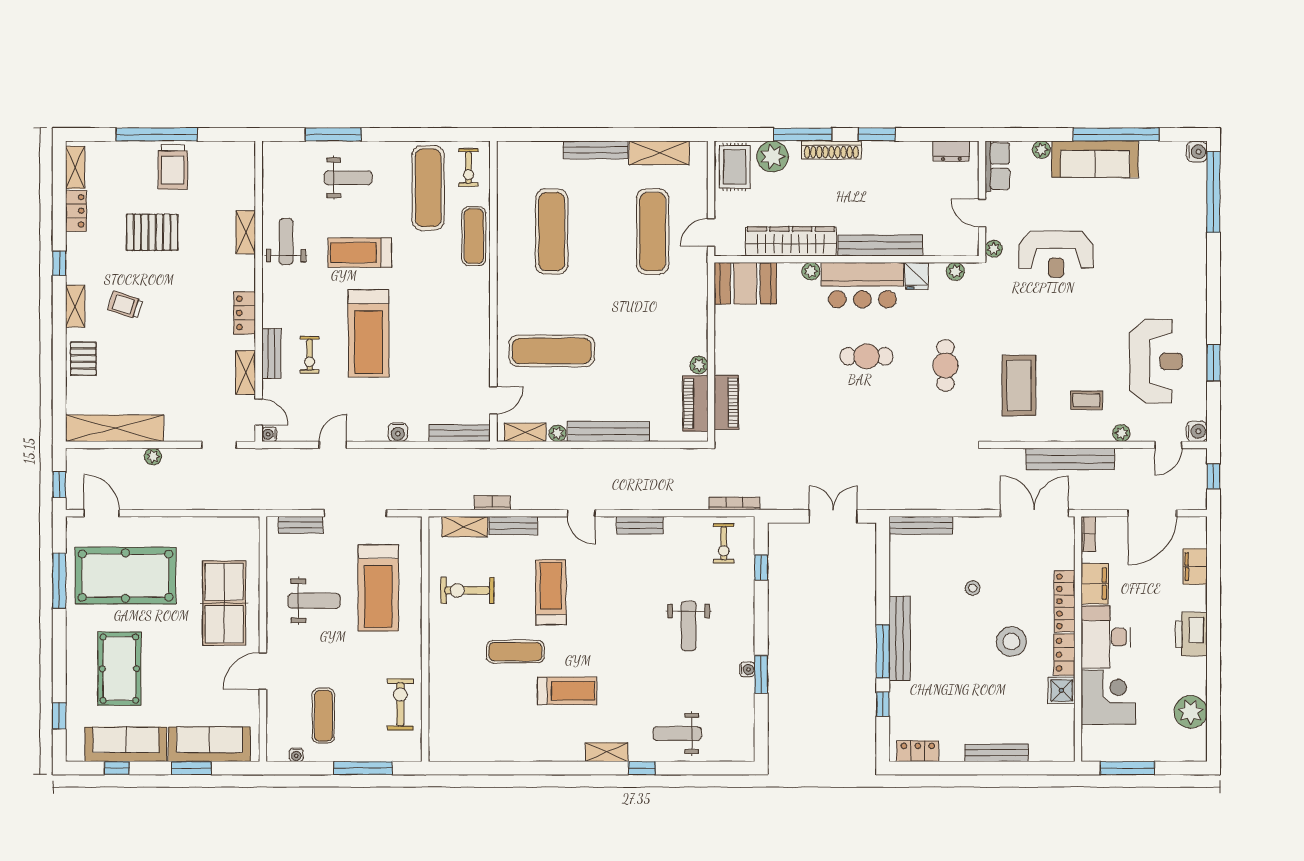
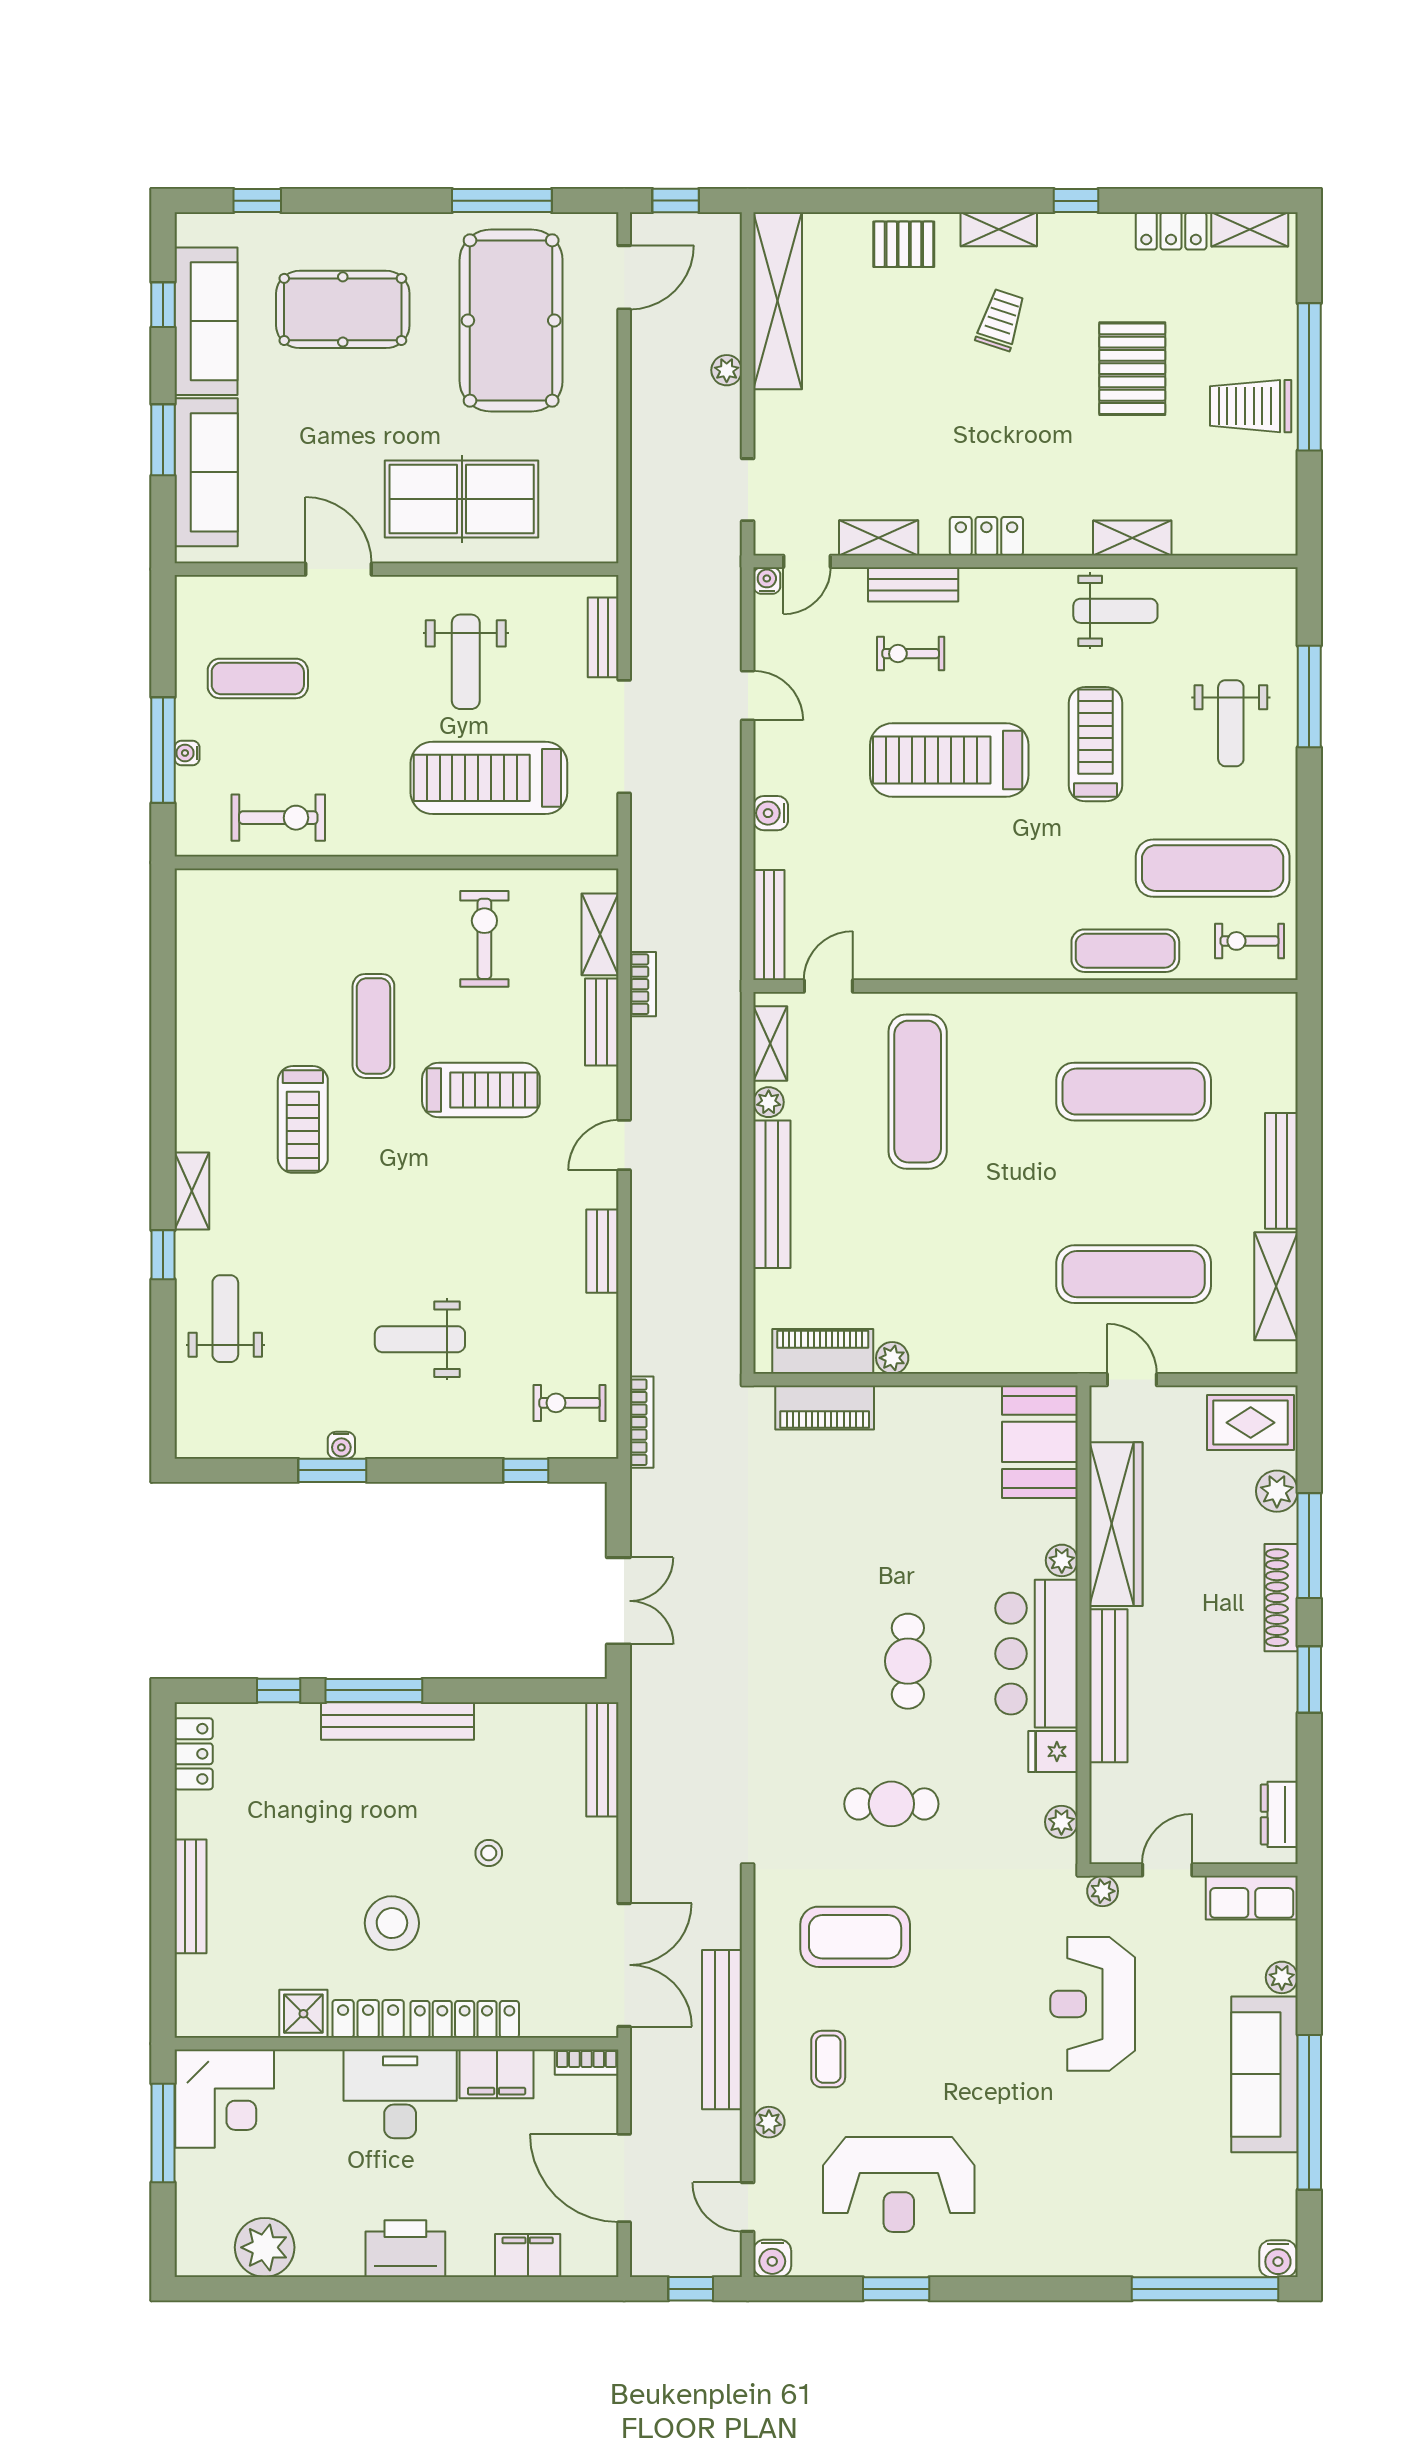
plant: (773, 156) -> (1277, 1491), width x0.73, depth x0.73
door: (493, 400) -> (828, 986), swing flipped
corner desk: (1108, 697) -> (225, 2099), moved
water cooler: (296, 755) -> (187, 753), moved

